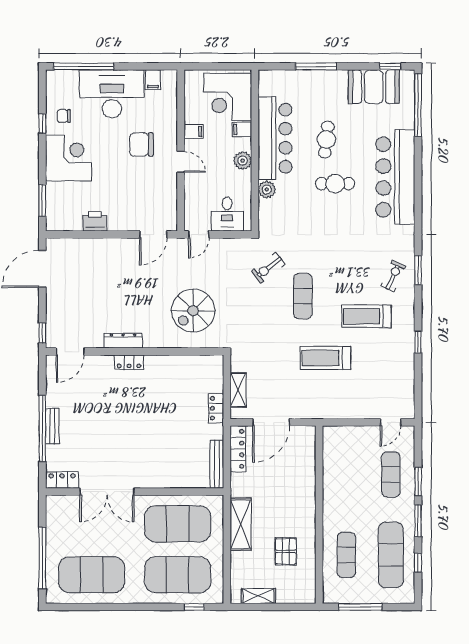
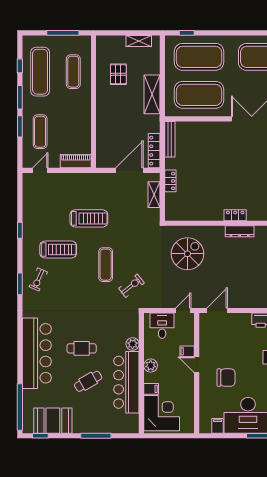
filing cabinet: (194, 131) -> (187, 351), moved
cafe table: (326, 139) -> (88, 381), turned 53
piano: (343, 435) -> (76, 161), added

